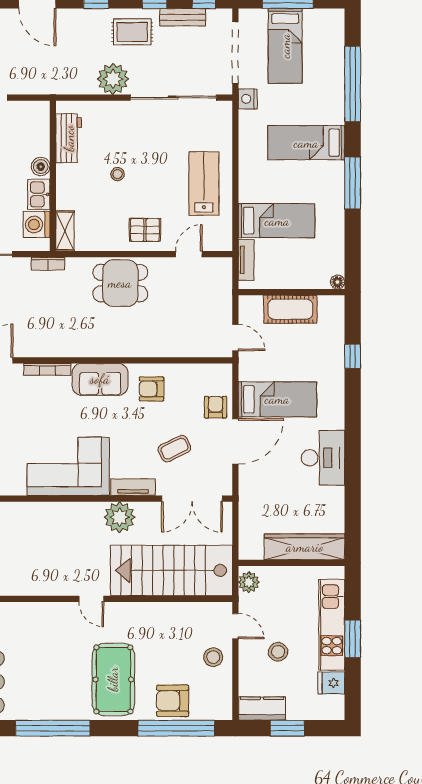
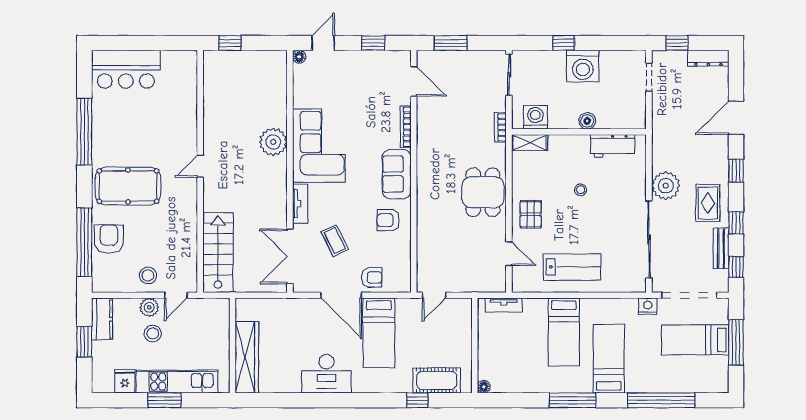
kitchen sink: (39, 194) -> (562, 119), removed
bed: (277, 221) -> (564, 332), moved
cot: (290, 309) -> (437, 380), moved, turned 90
armchair: (151, 389) -> (388, 220), turned -90
plant: (120, 517) -> (273, 142), moved
stairs: (171, 570) -> (218, 253), width x0.73, depth x0.66
plant: (249, 582) -> (149, 307), moved

